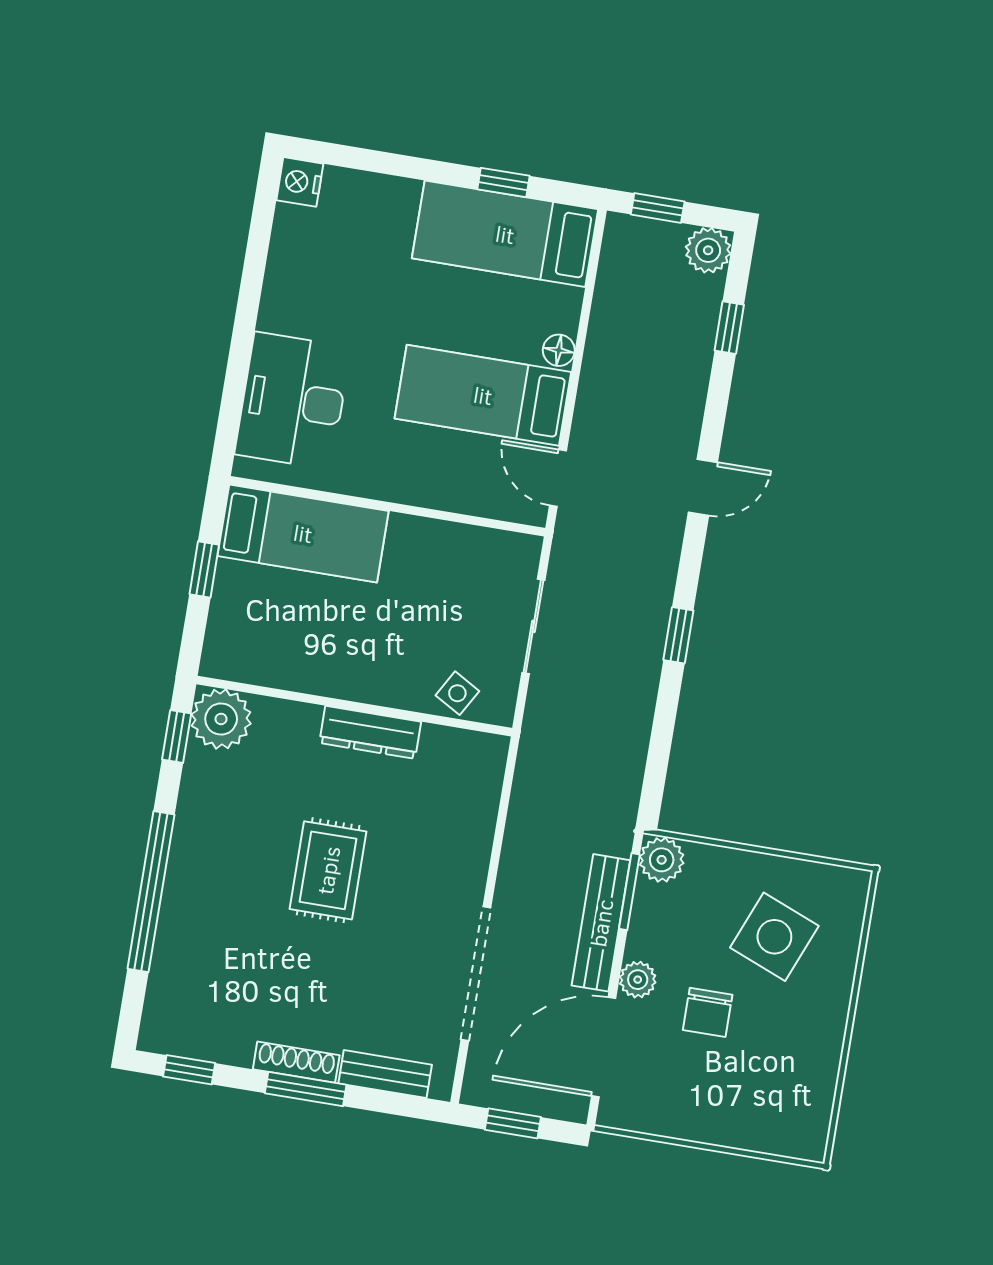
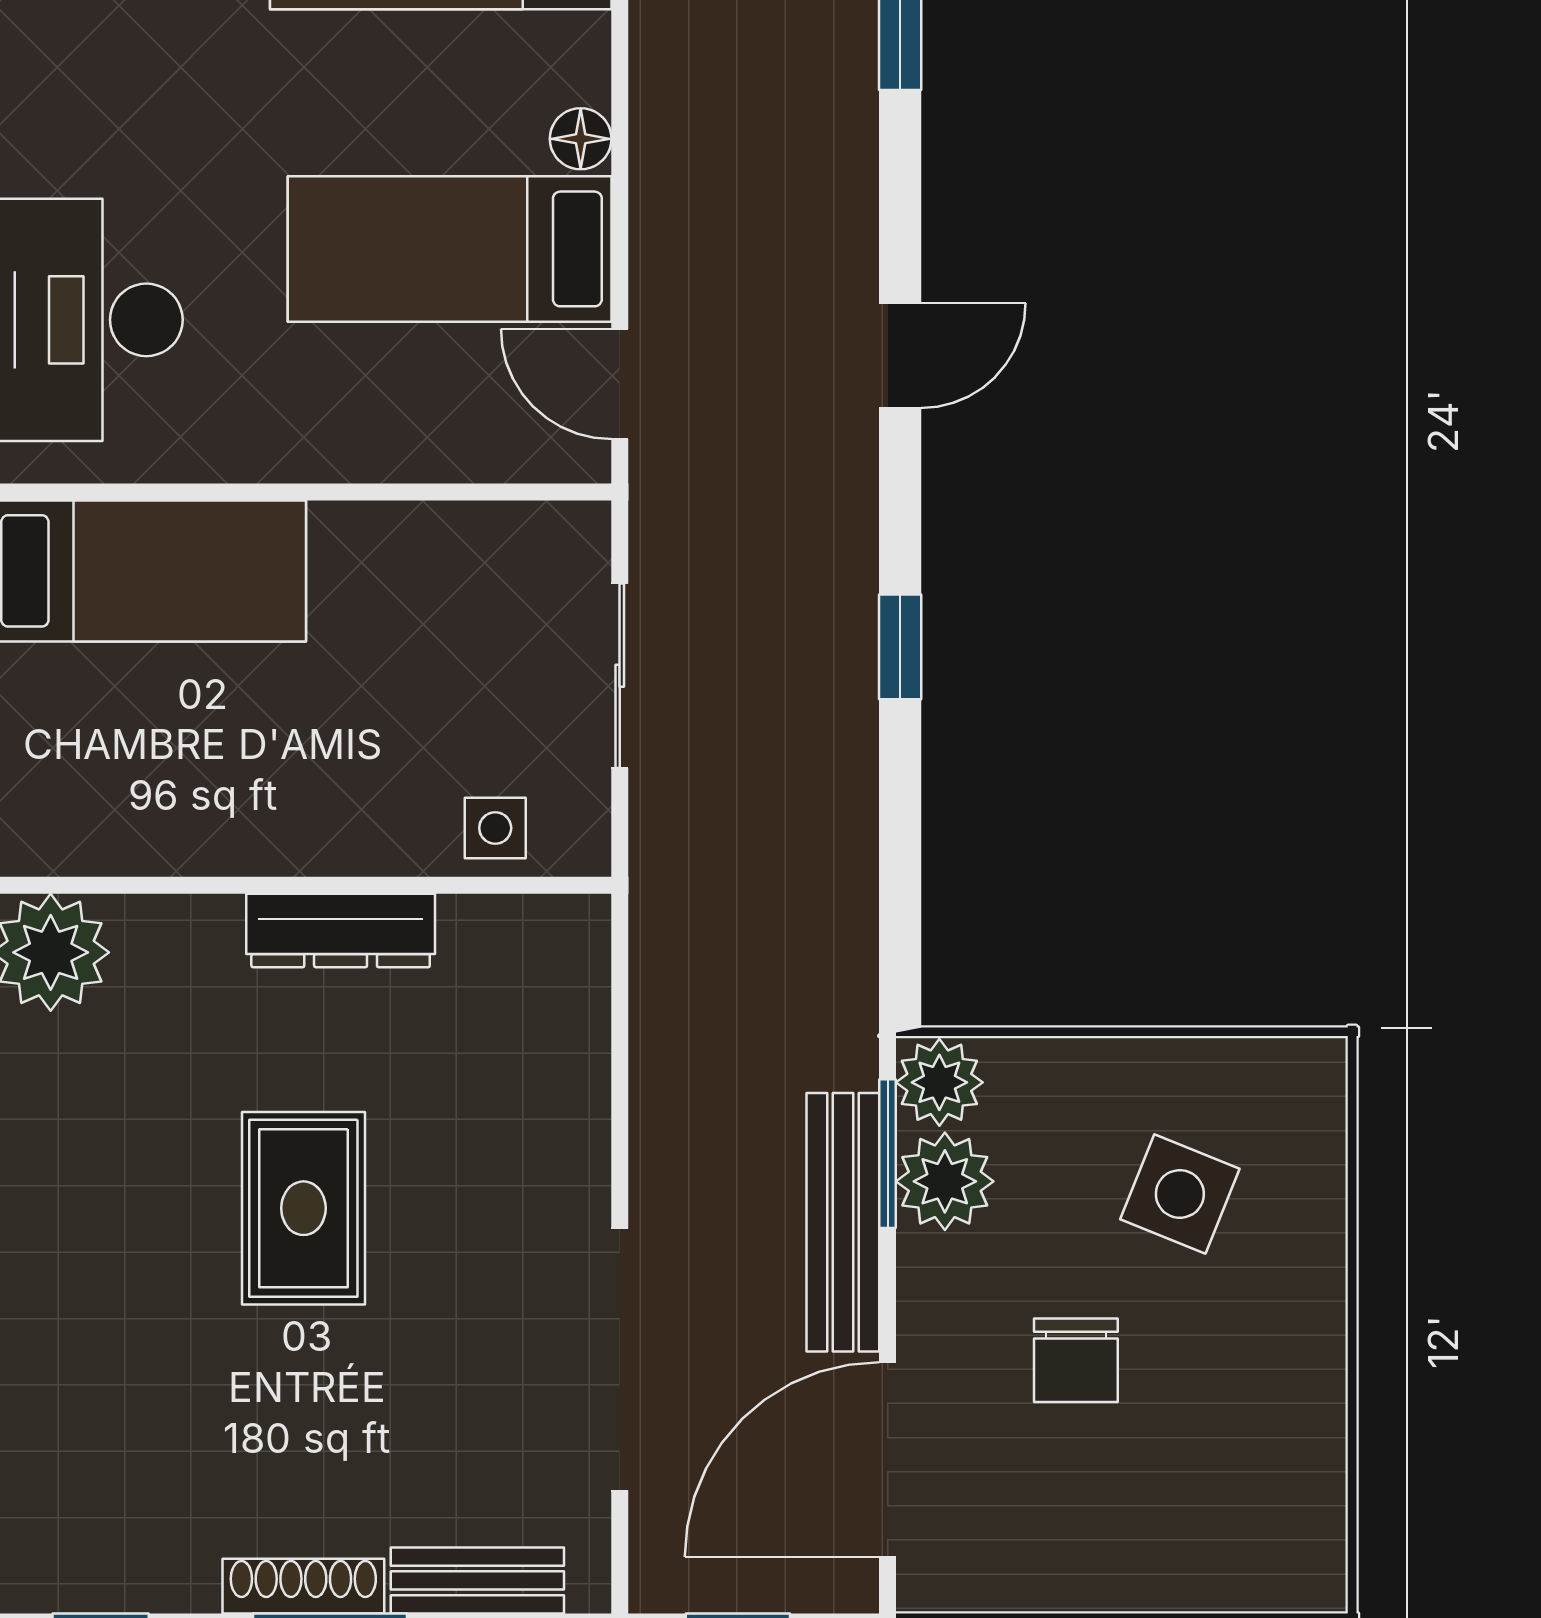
side table: (457, 693) -> (495, 828), turned -30
side table: (774, 937) -> (1180, 1194), width x0.73, depth x0.73
plant: (638, 980) -> (945, 1181), moved, width x1.38, depth x1.38

